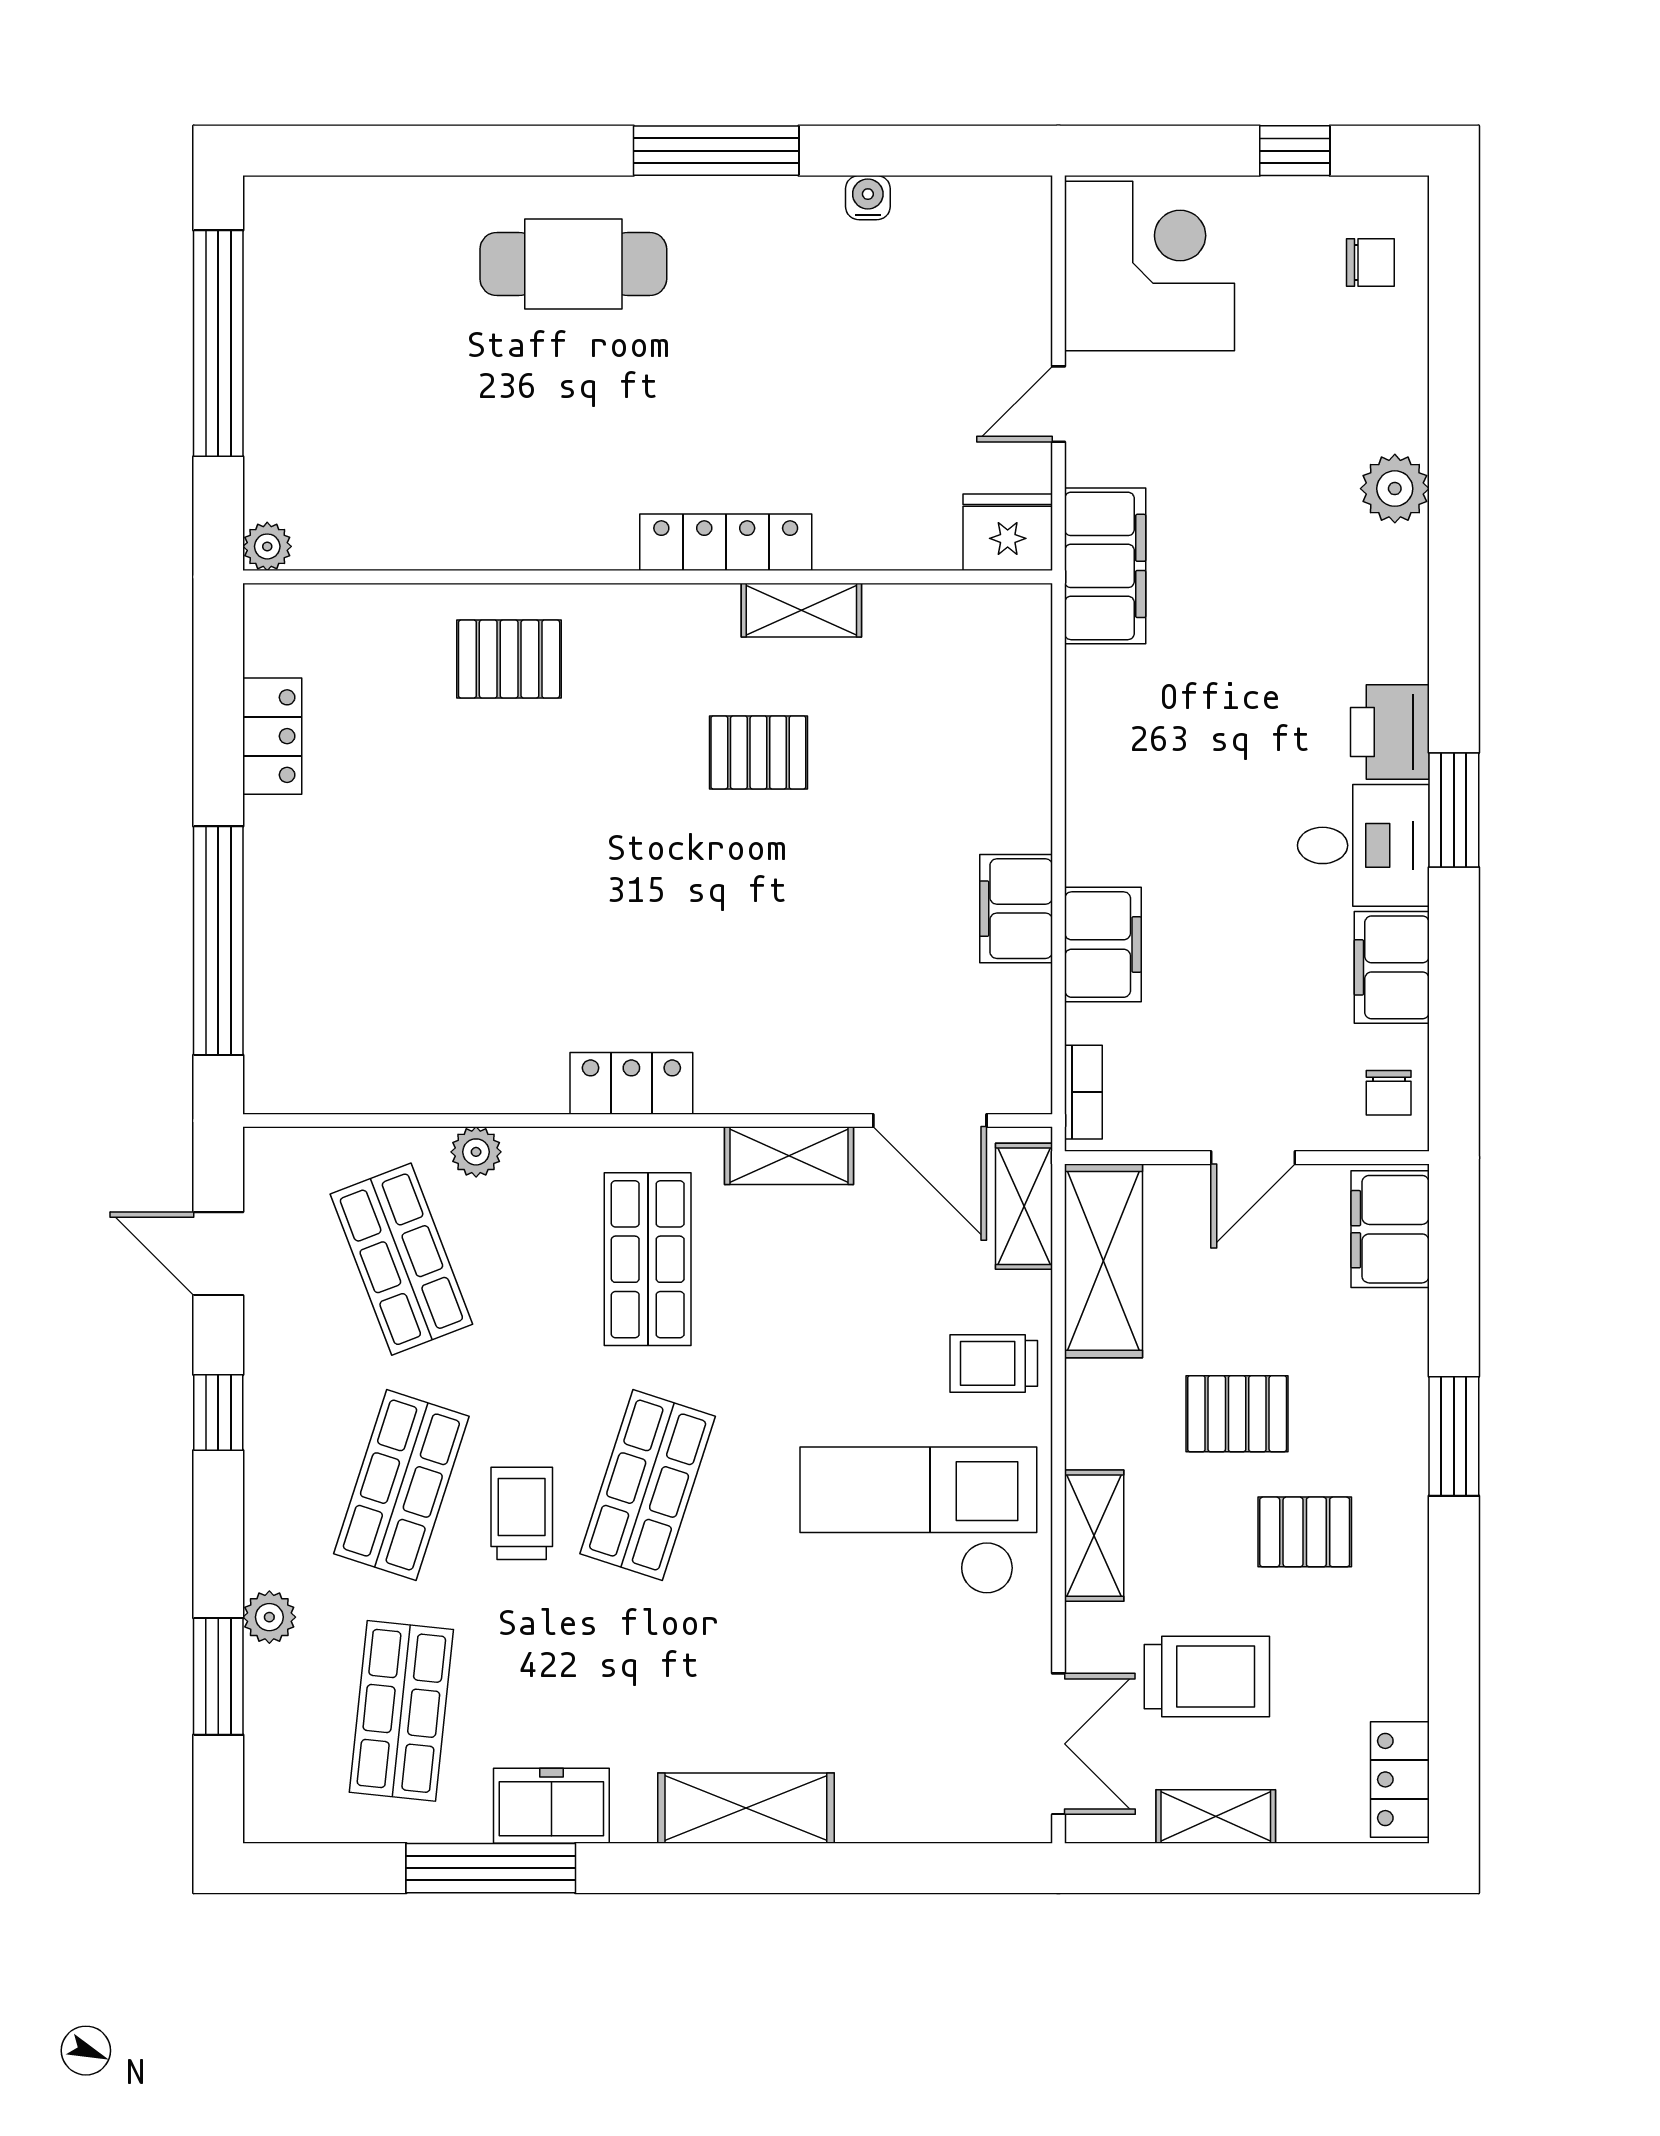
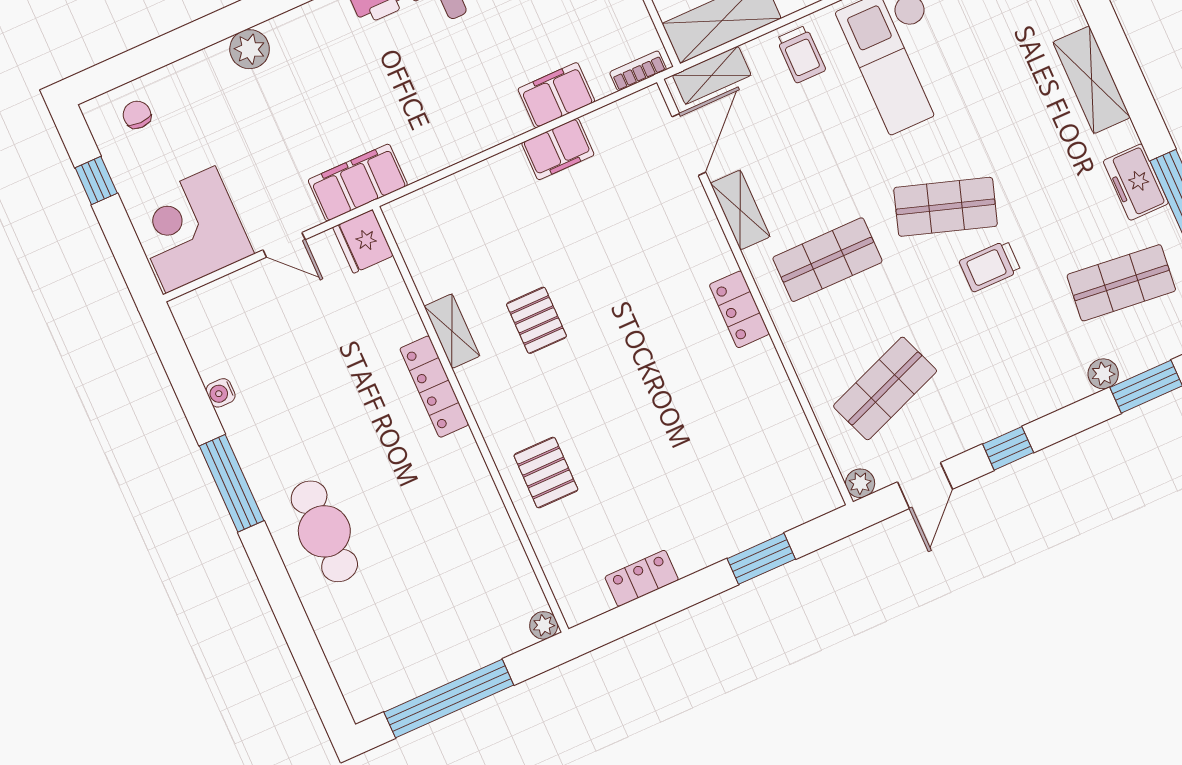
window: (218, 941) -> (761, 559), width x0.47
plant: (476, 1152) -> (860, 483), moved
shop shelf: (401, 1485) -> (1003, 336), removed

